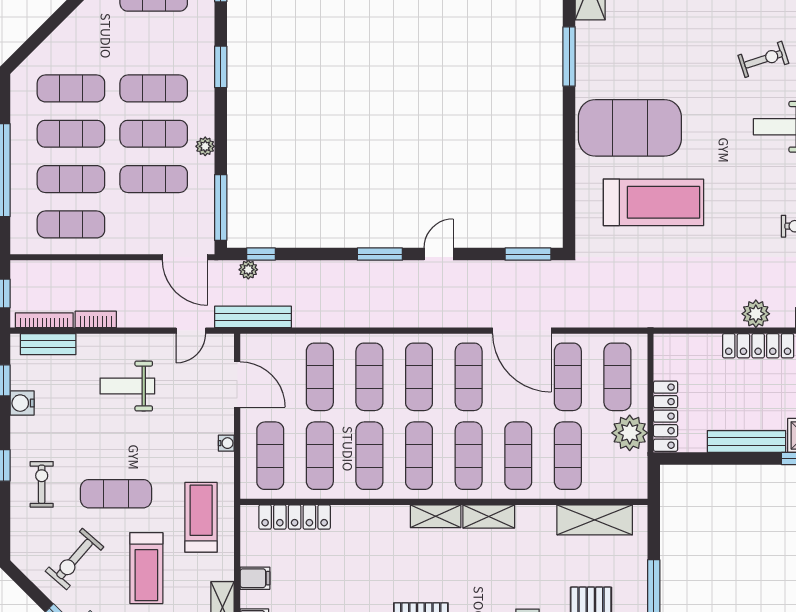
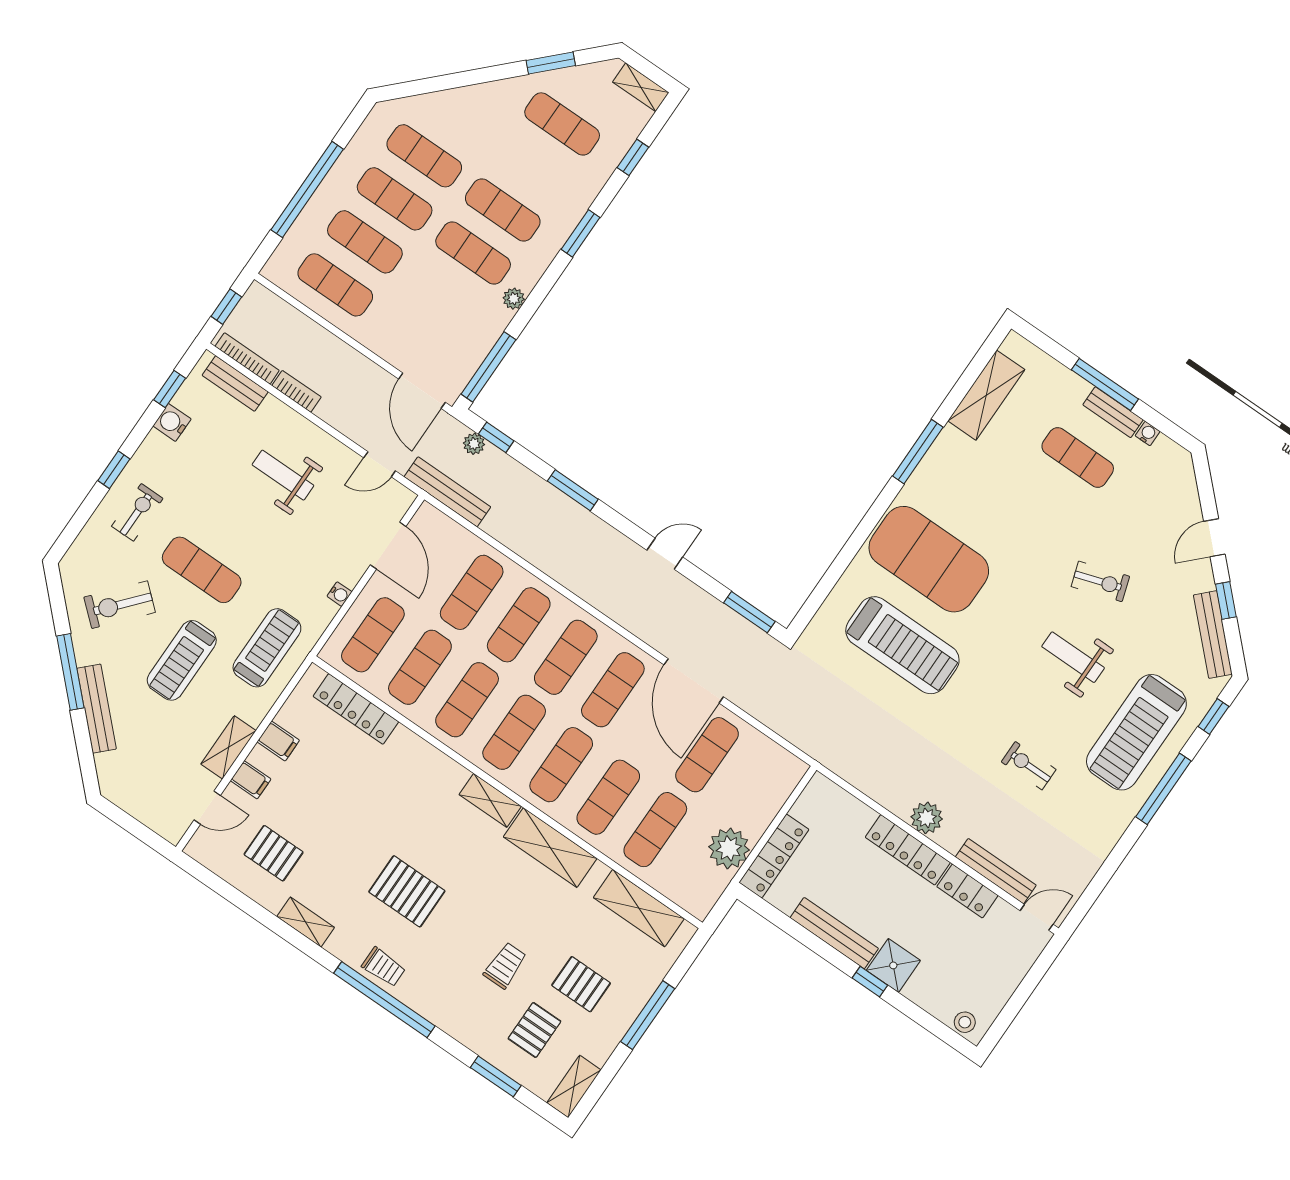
exercise mat: (154, 179) -> (443, 296), removed
window: (380, 254) -> (573, 490), moved
exercise mat: (617, 377) -> (754, 787), removed
shelving: (489, 516) -> (550, 848), width x1.50, depth x1.33

